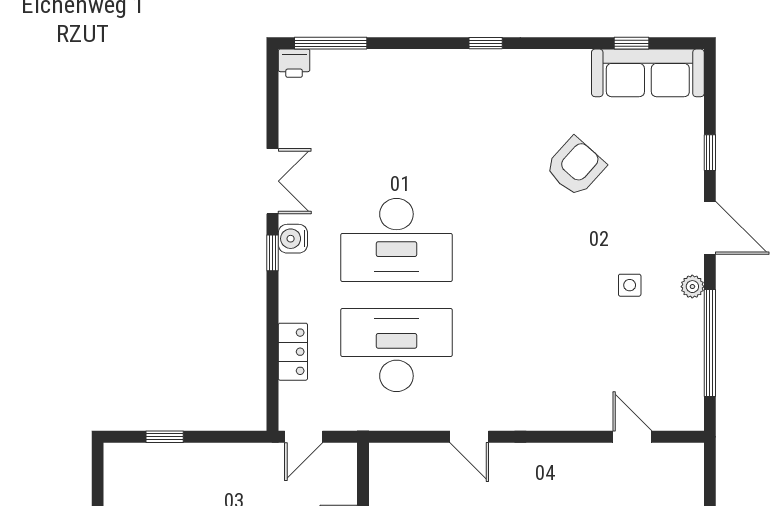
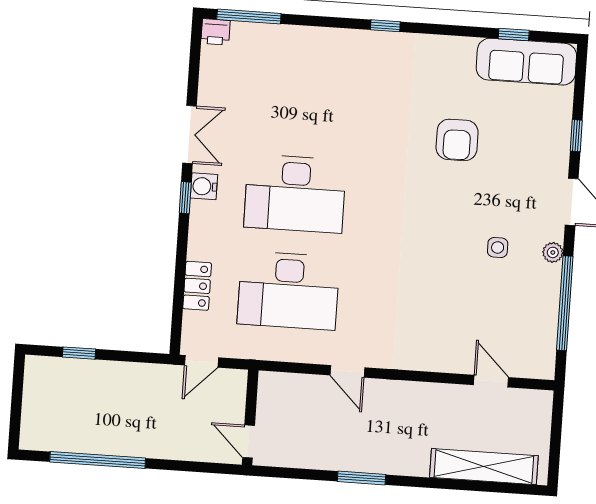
armchair: (575, 167) -> (457, 140), turned 138
desk: (396, 350) -> (288, 291), turned 180

